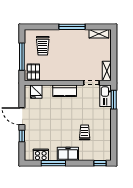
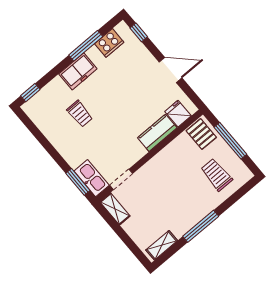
kitchen counter: (65, 91) -> (157, 133), moved
window: (22, 136) -> (139, 32), moved

